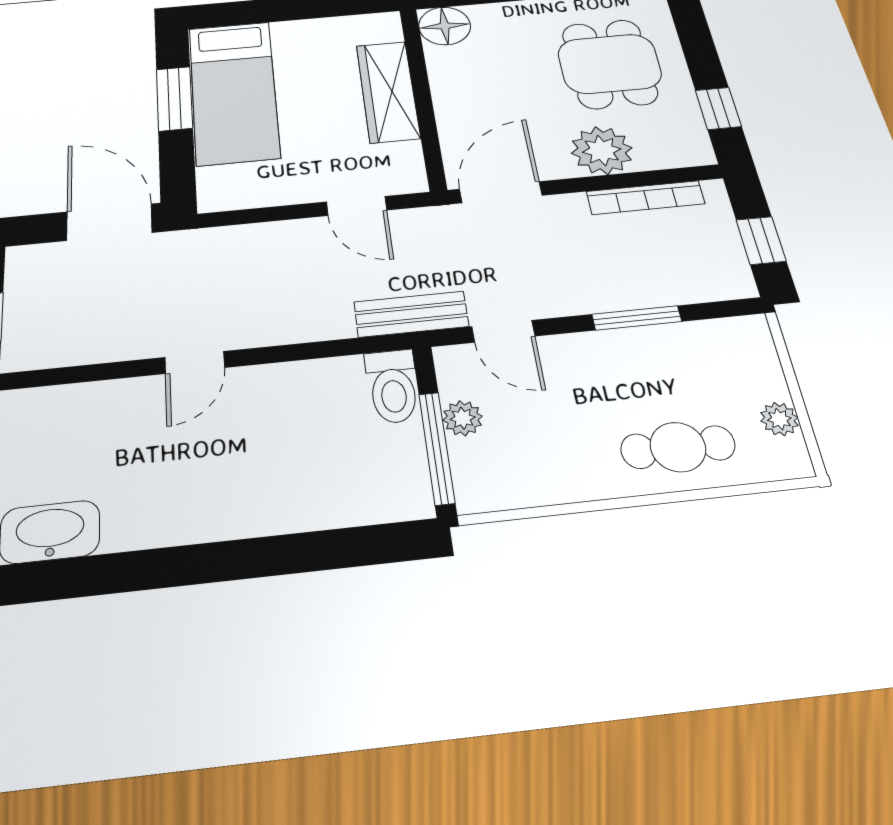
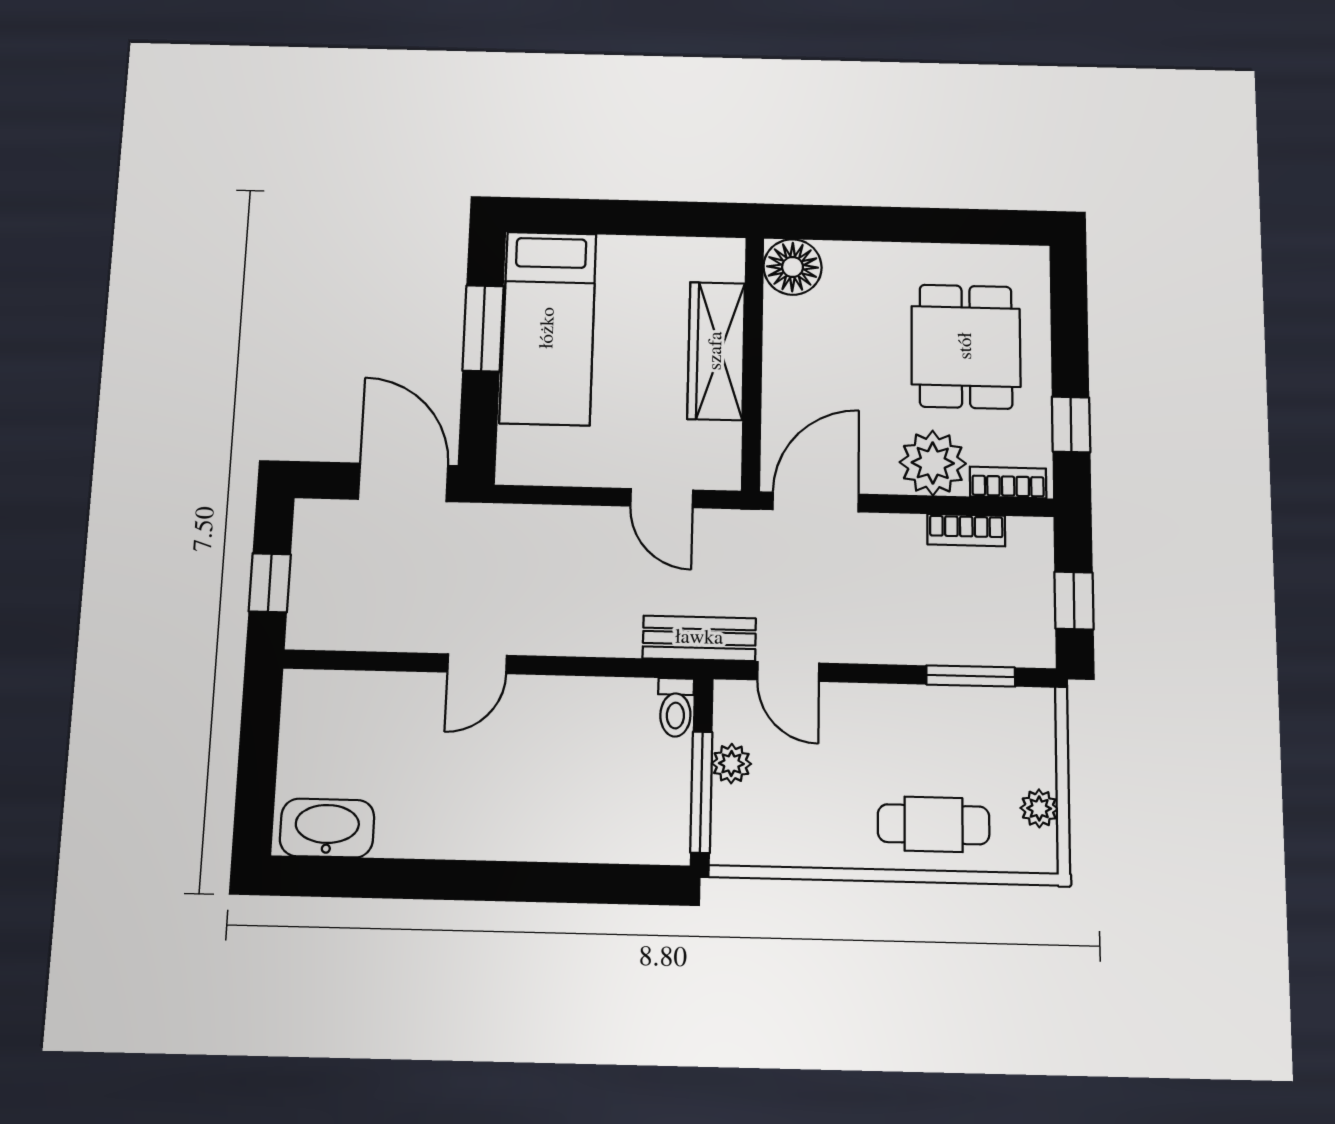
bookcase: (674, 157) -> (1008, 482), added
bookcase: (646, 198) -> (966, 530), width x0.64
window: (637, 318) -> (971, 676), moved
toilet: (393, 386) -> (676, 707), width x0.73, depth x0.72

